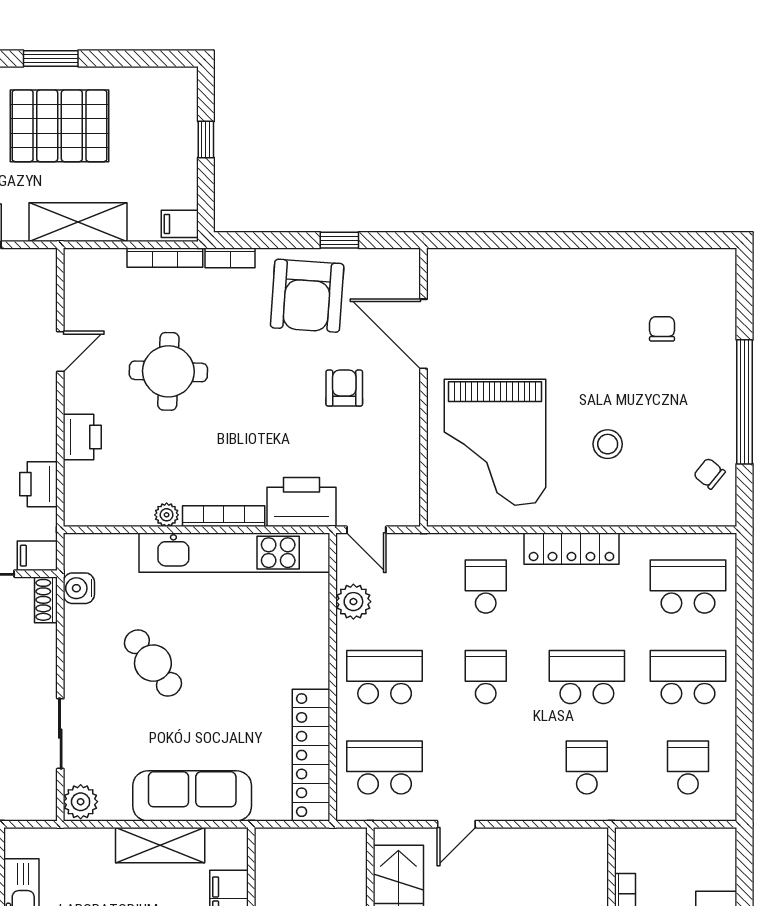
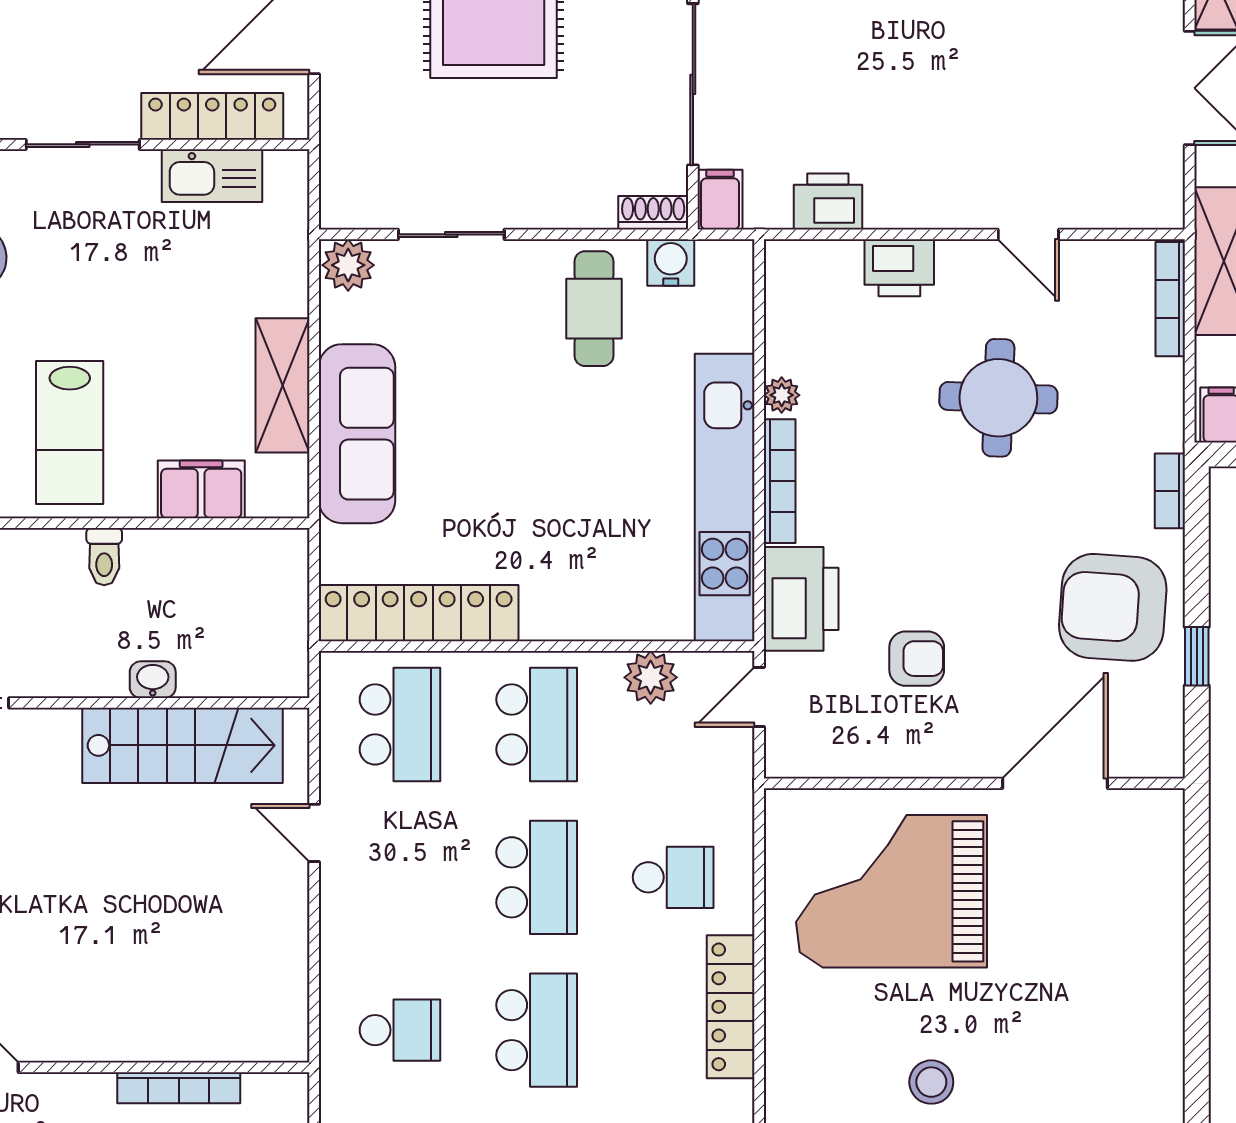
bookcase: (165, 258) -> (1170, 299), moved
armchair: (344, 388) -> (917, 659), moved
stool: (608, 444) -> (931, 1082), moved
cafe table: (153, 663) -> (594, 309), moved, turned -53
school desk: (486, 677) -> (537, 877), width x1.85

